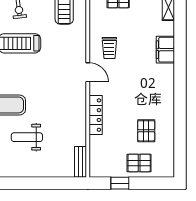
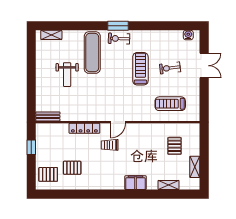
trolley: (109, 48) -> (110, 145), moved
weight bench: (27, 137) -> (67, 75), turned 180
pallet: (139, 163) -> (48, 174), moved, turned 90

